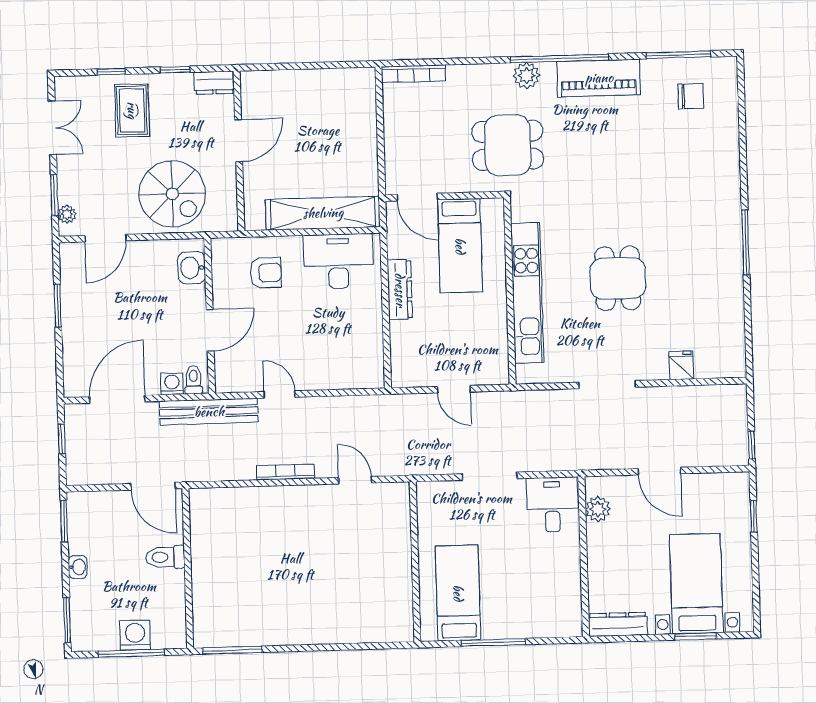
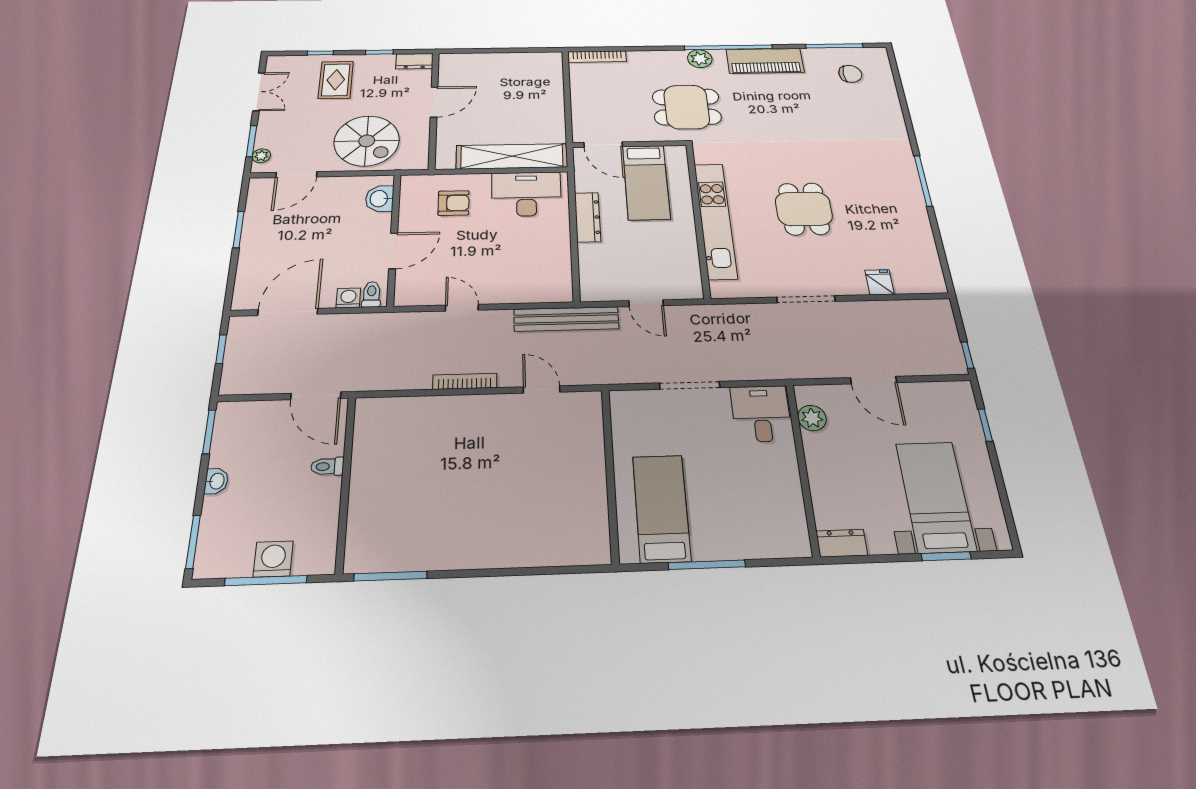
bench: (209, 412) -> (566, 319), moved
toilet: (165, 557) -> (327, 466), width x0.73, depth x0.72
dresser: (618, 624) -> (842, 543), width x0.70

